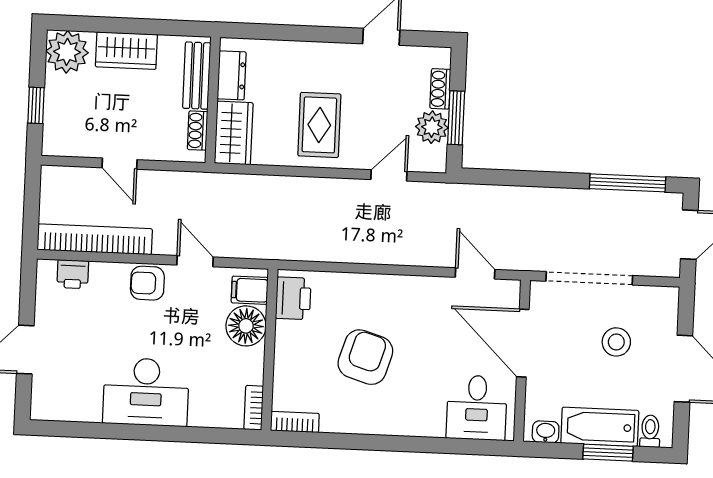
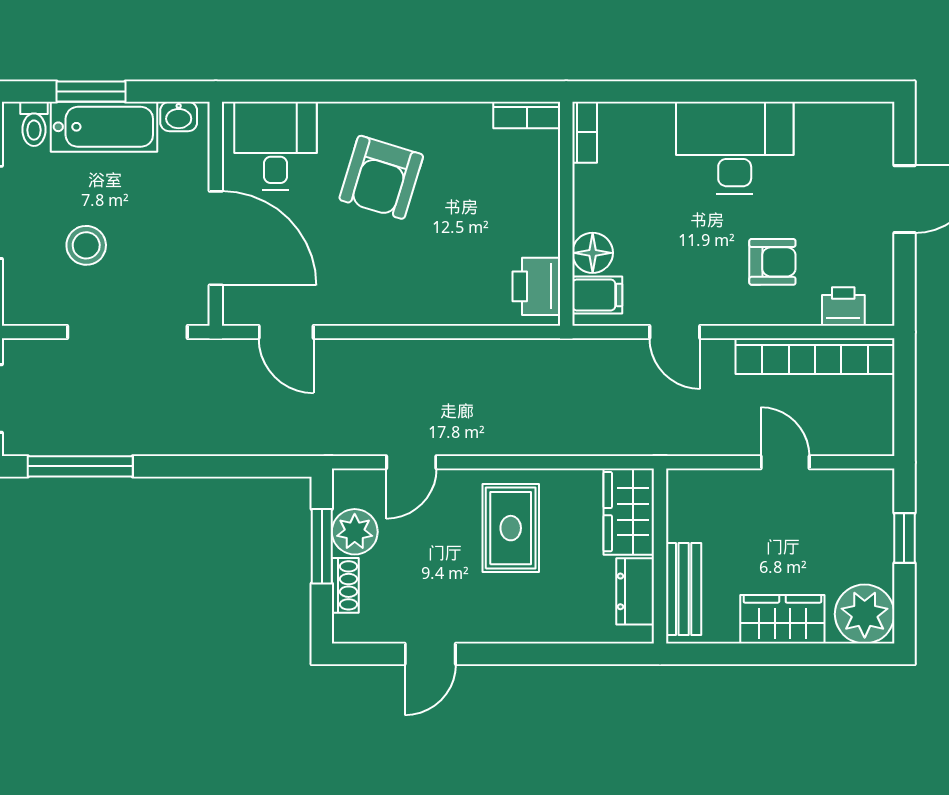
shoe rack: (198, 131) -> (679, 513), removed
armchair: (147, 283) -> (772, 262), moved
floor lamp: (246, 326) -> (593, 253), width x0.73, depth x0.73
armchair: (365, 357) -> (381, 177), moved

